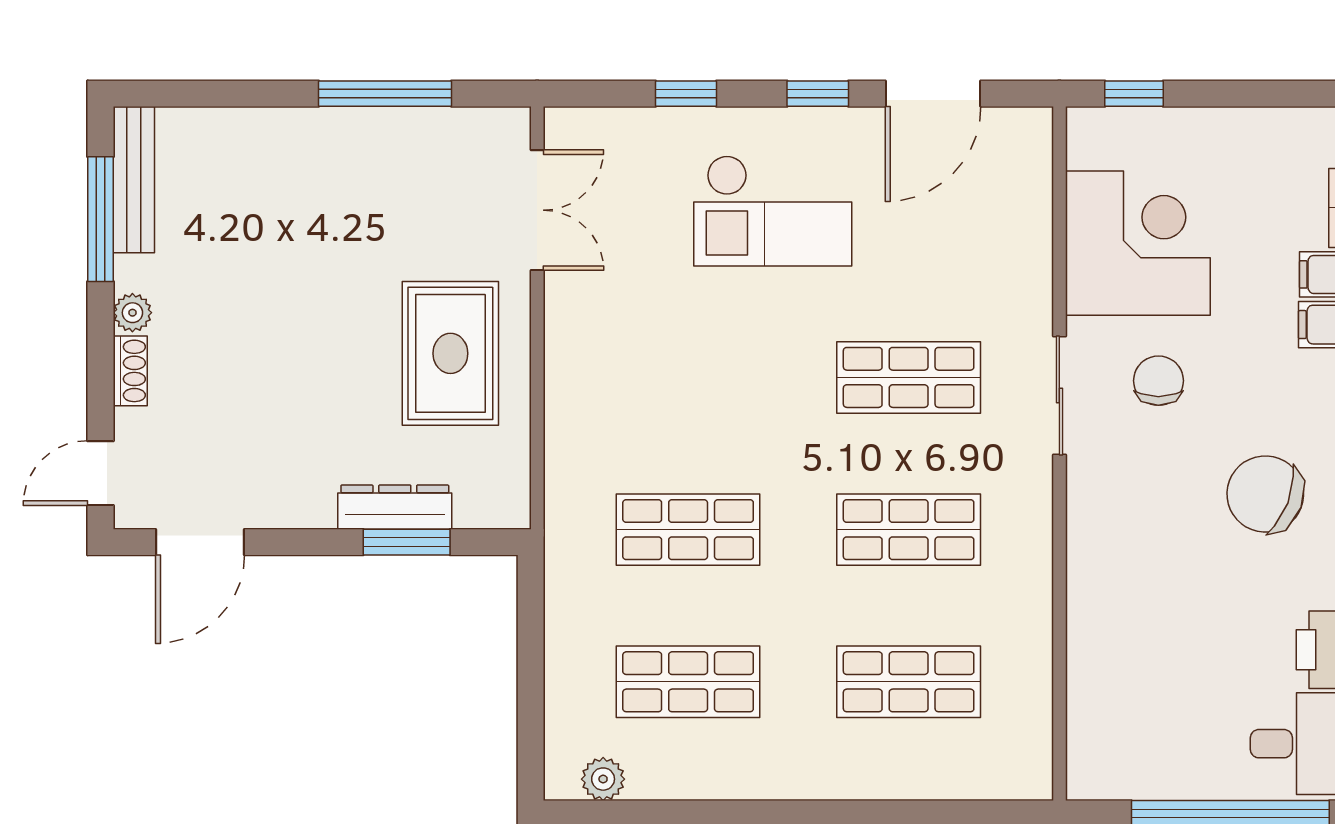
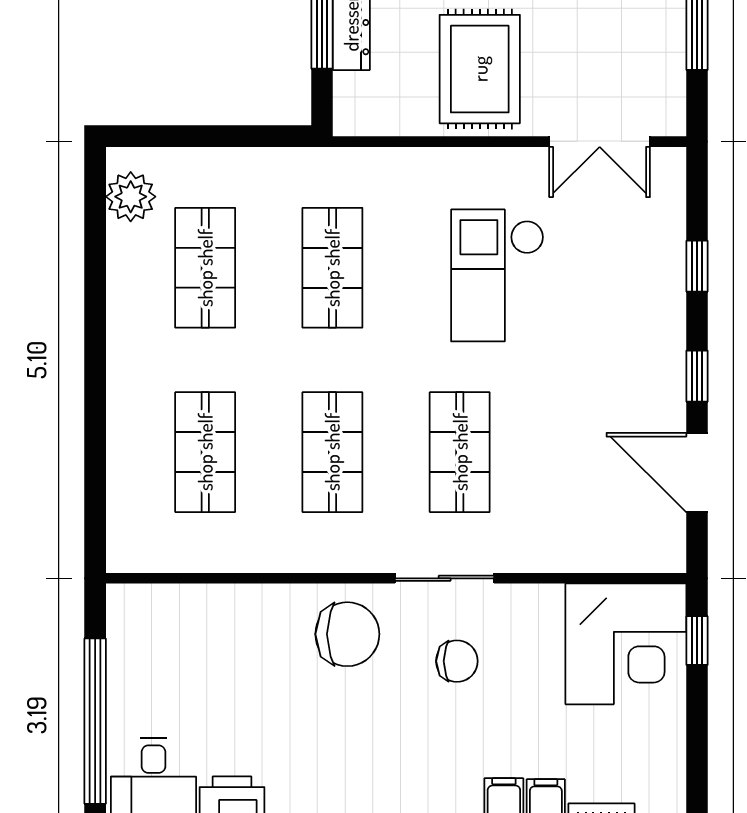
checkout: (773, 211) -> (497, 275), moved
corner desk: (1138, 243) -> (626, 644), moved
rug: (450, 353) -> (480, 69), turned 90
chair: (1265, 494) -> (347, 634), moved, turned 69
plant: (603, 779) -> (131, 197), width x1.38, depth x1.38

